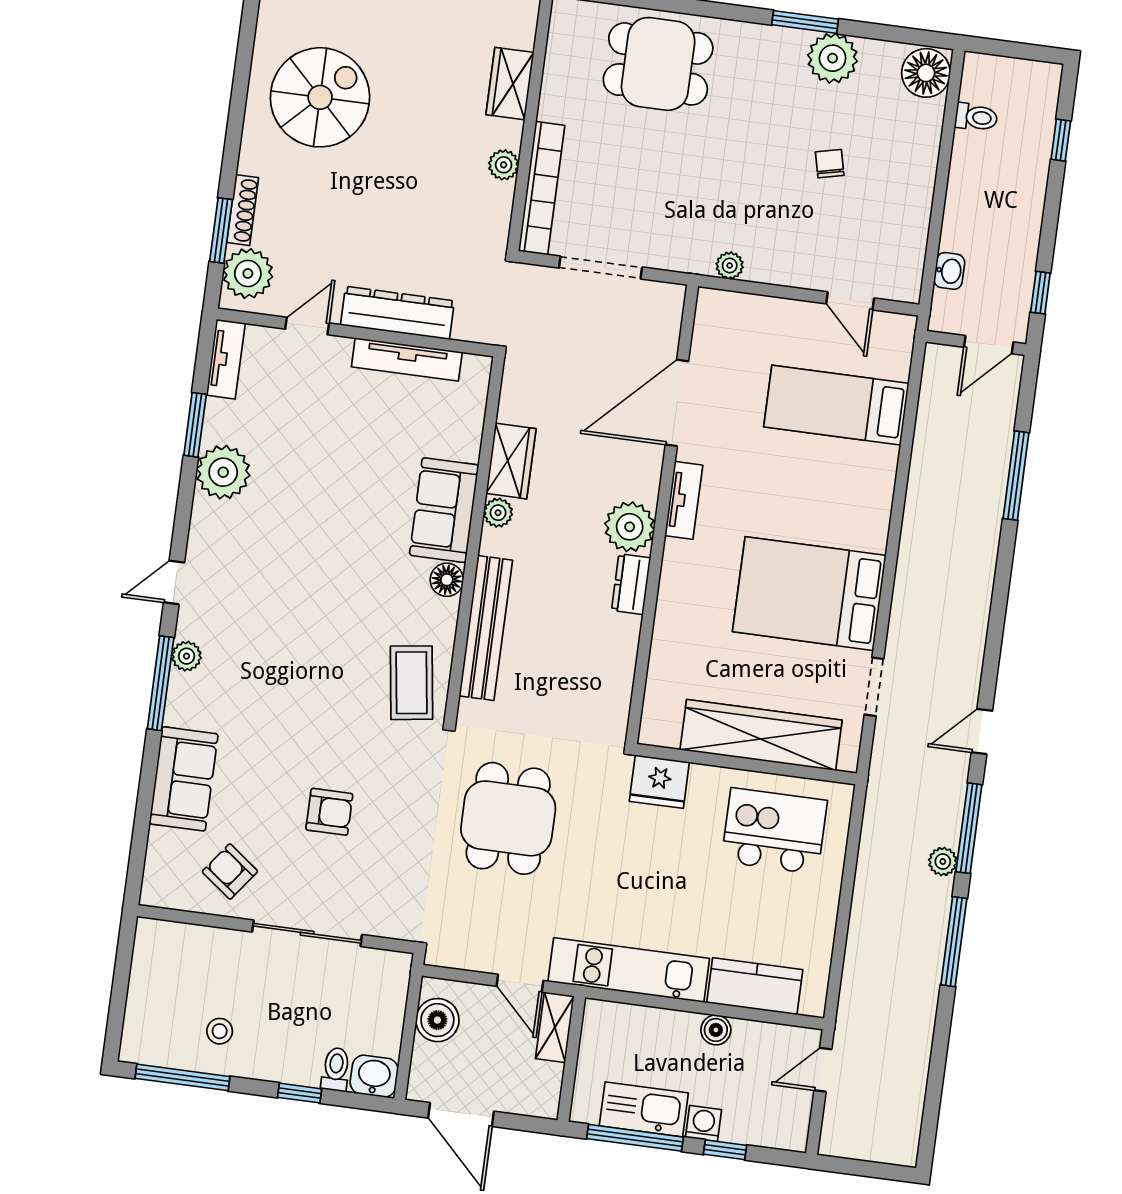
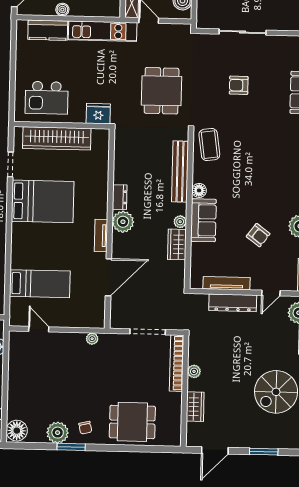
chair: (830, 164) -> (85, 428), moved
armchair: (230, 871) -> (258, 235), moved

